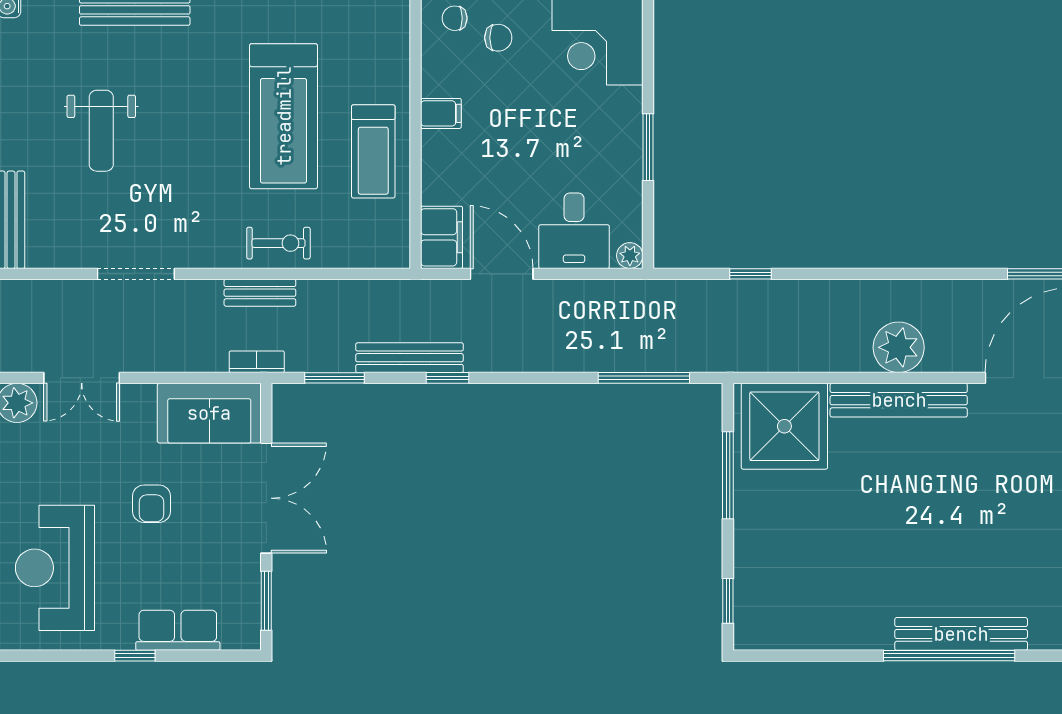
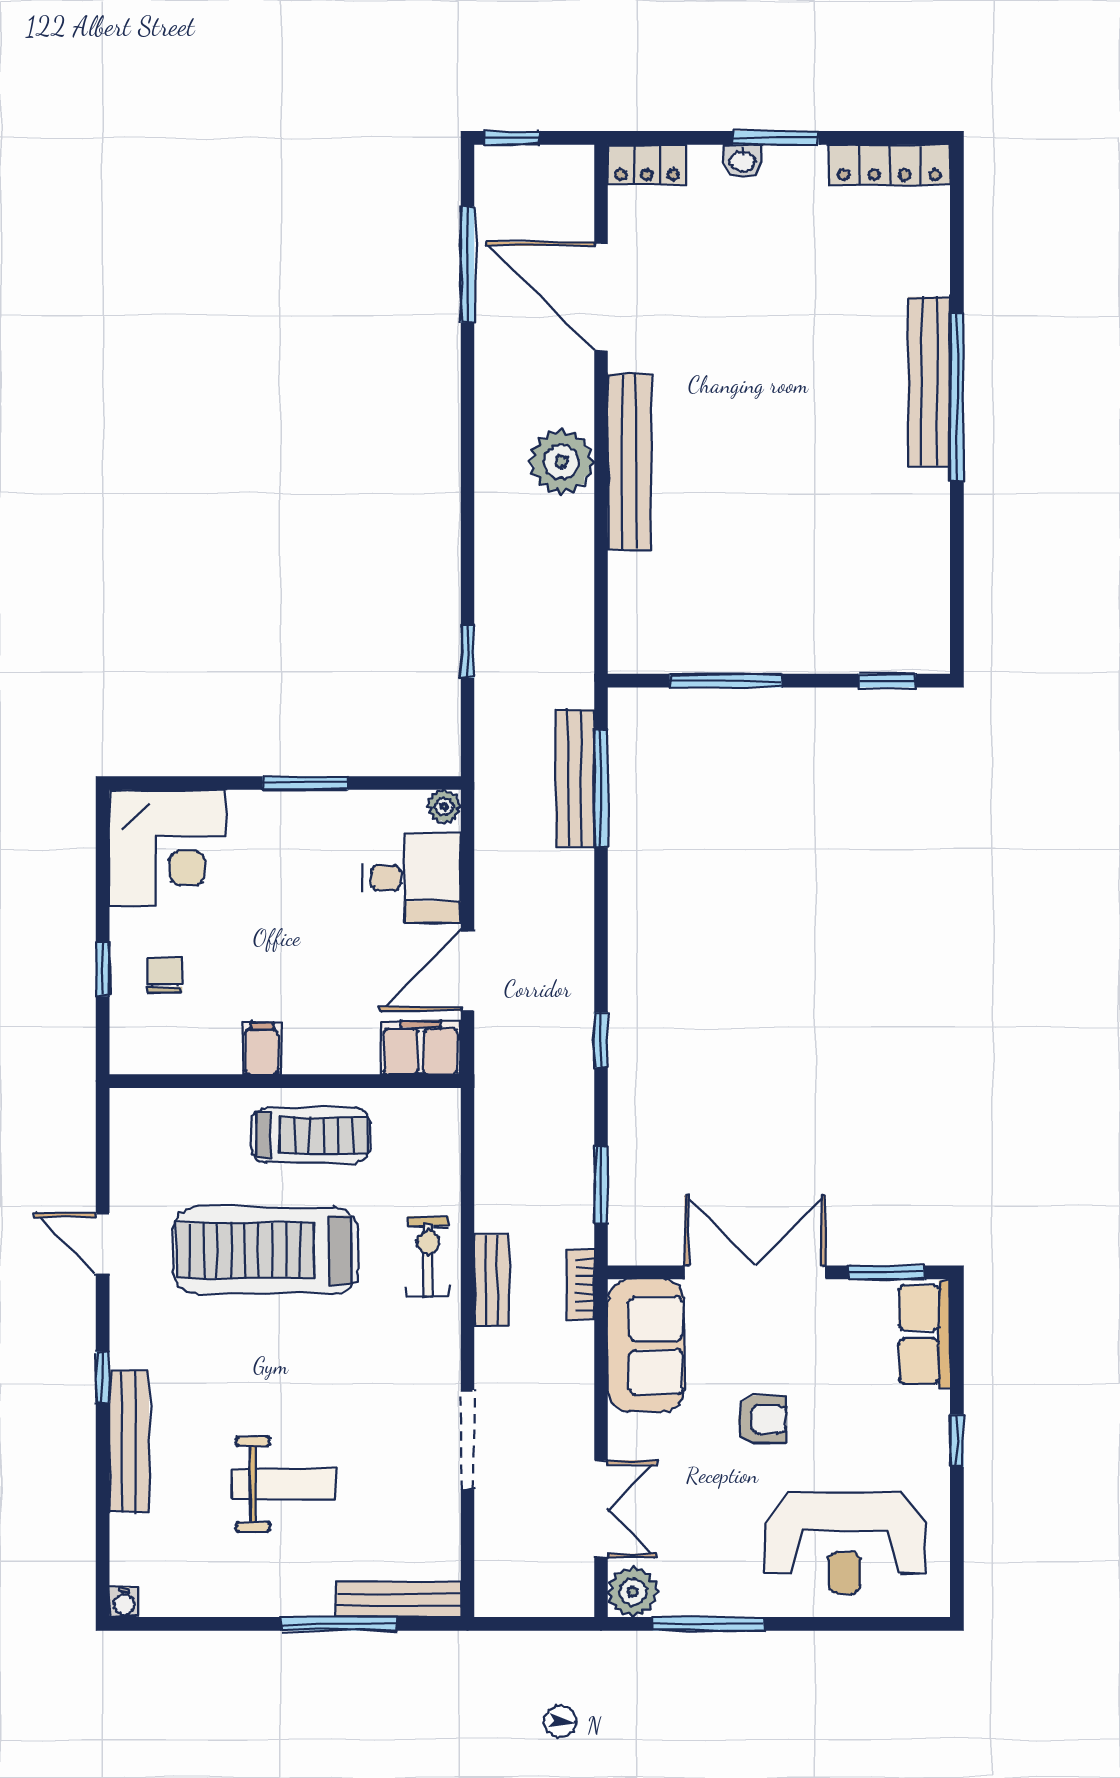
chair: (455, 18) -> (140, 1031), removed
treadmill: (284, 116) -> (265, 1250), turned 180
bench: (410, 358) -> (575, 779), moved
shower: (784, 426) -> (663, 608), removed
row of seats: (178, 630) -> (924, 1334), moved

